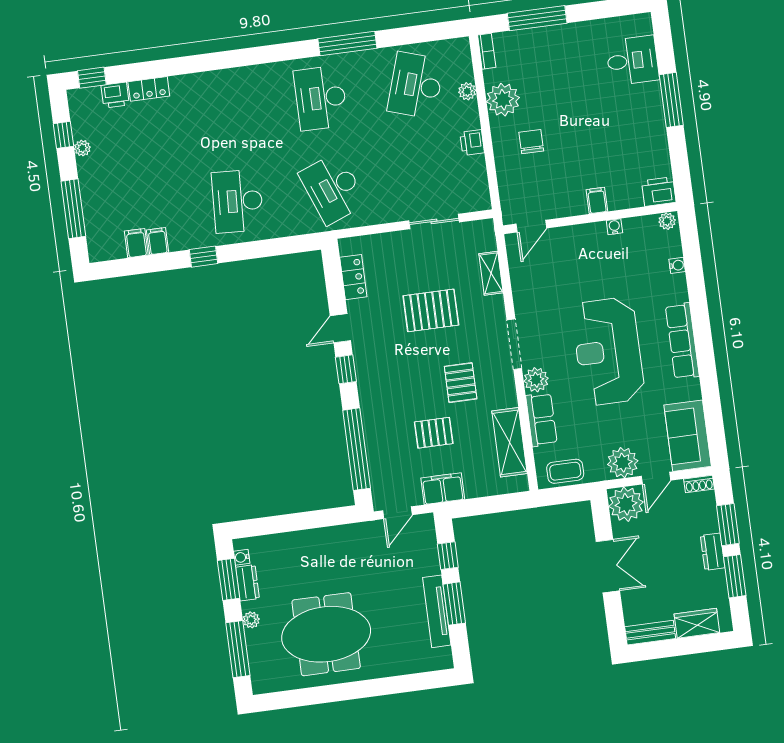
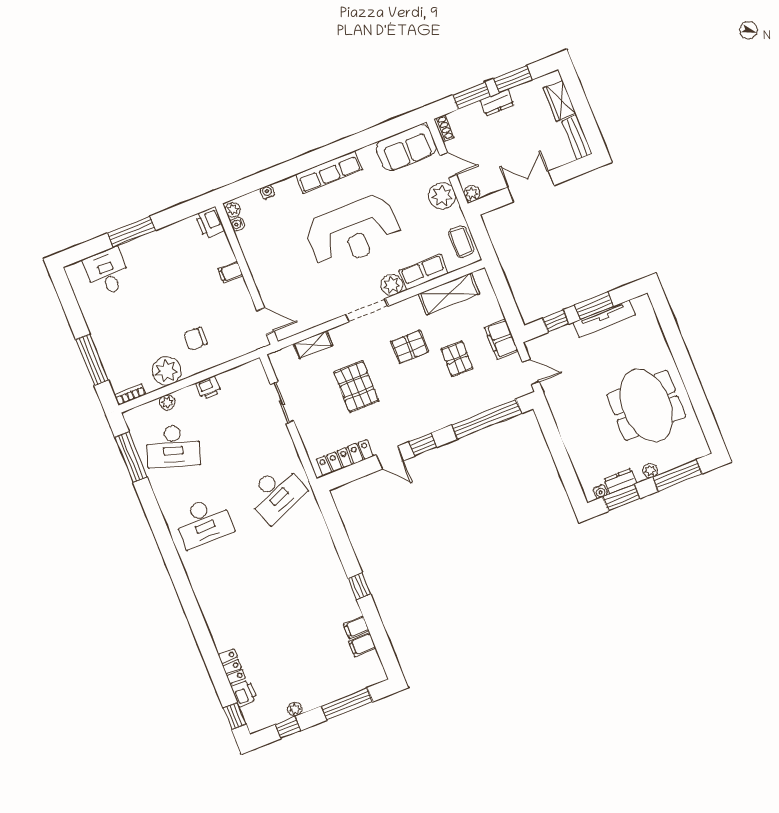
window: (347, 44) -> (131, 457), moved
desk: (238, 201) -> (306, 569), removed
water cooler: (614, 227) -> (237, 224), moved
locker: (353, 277) -> (345, 458), width x1.53
plant: (626, 504) -> (472, 193), width x0.53, depth x0.53

